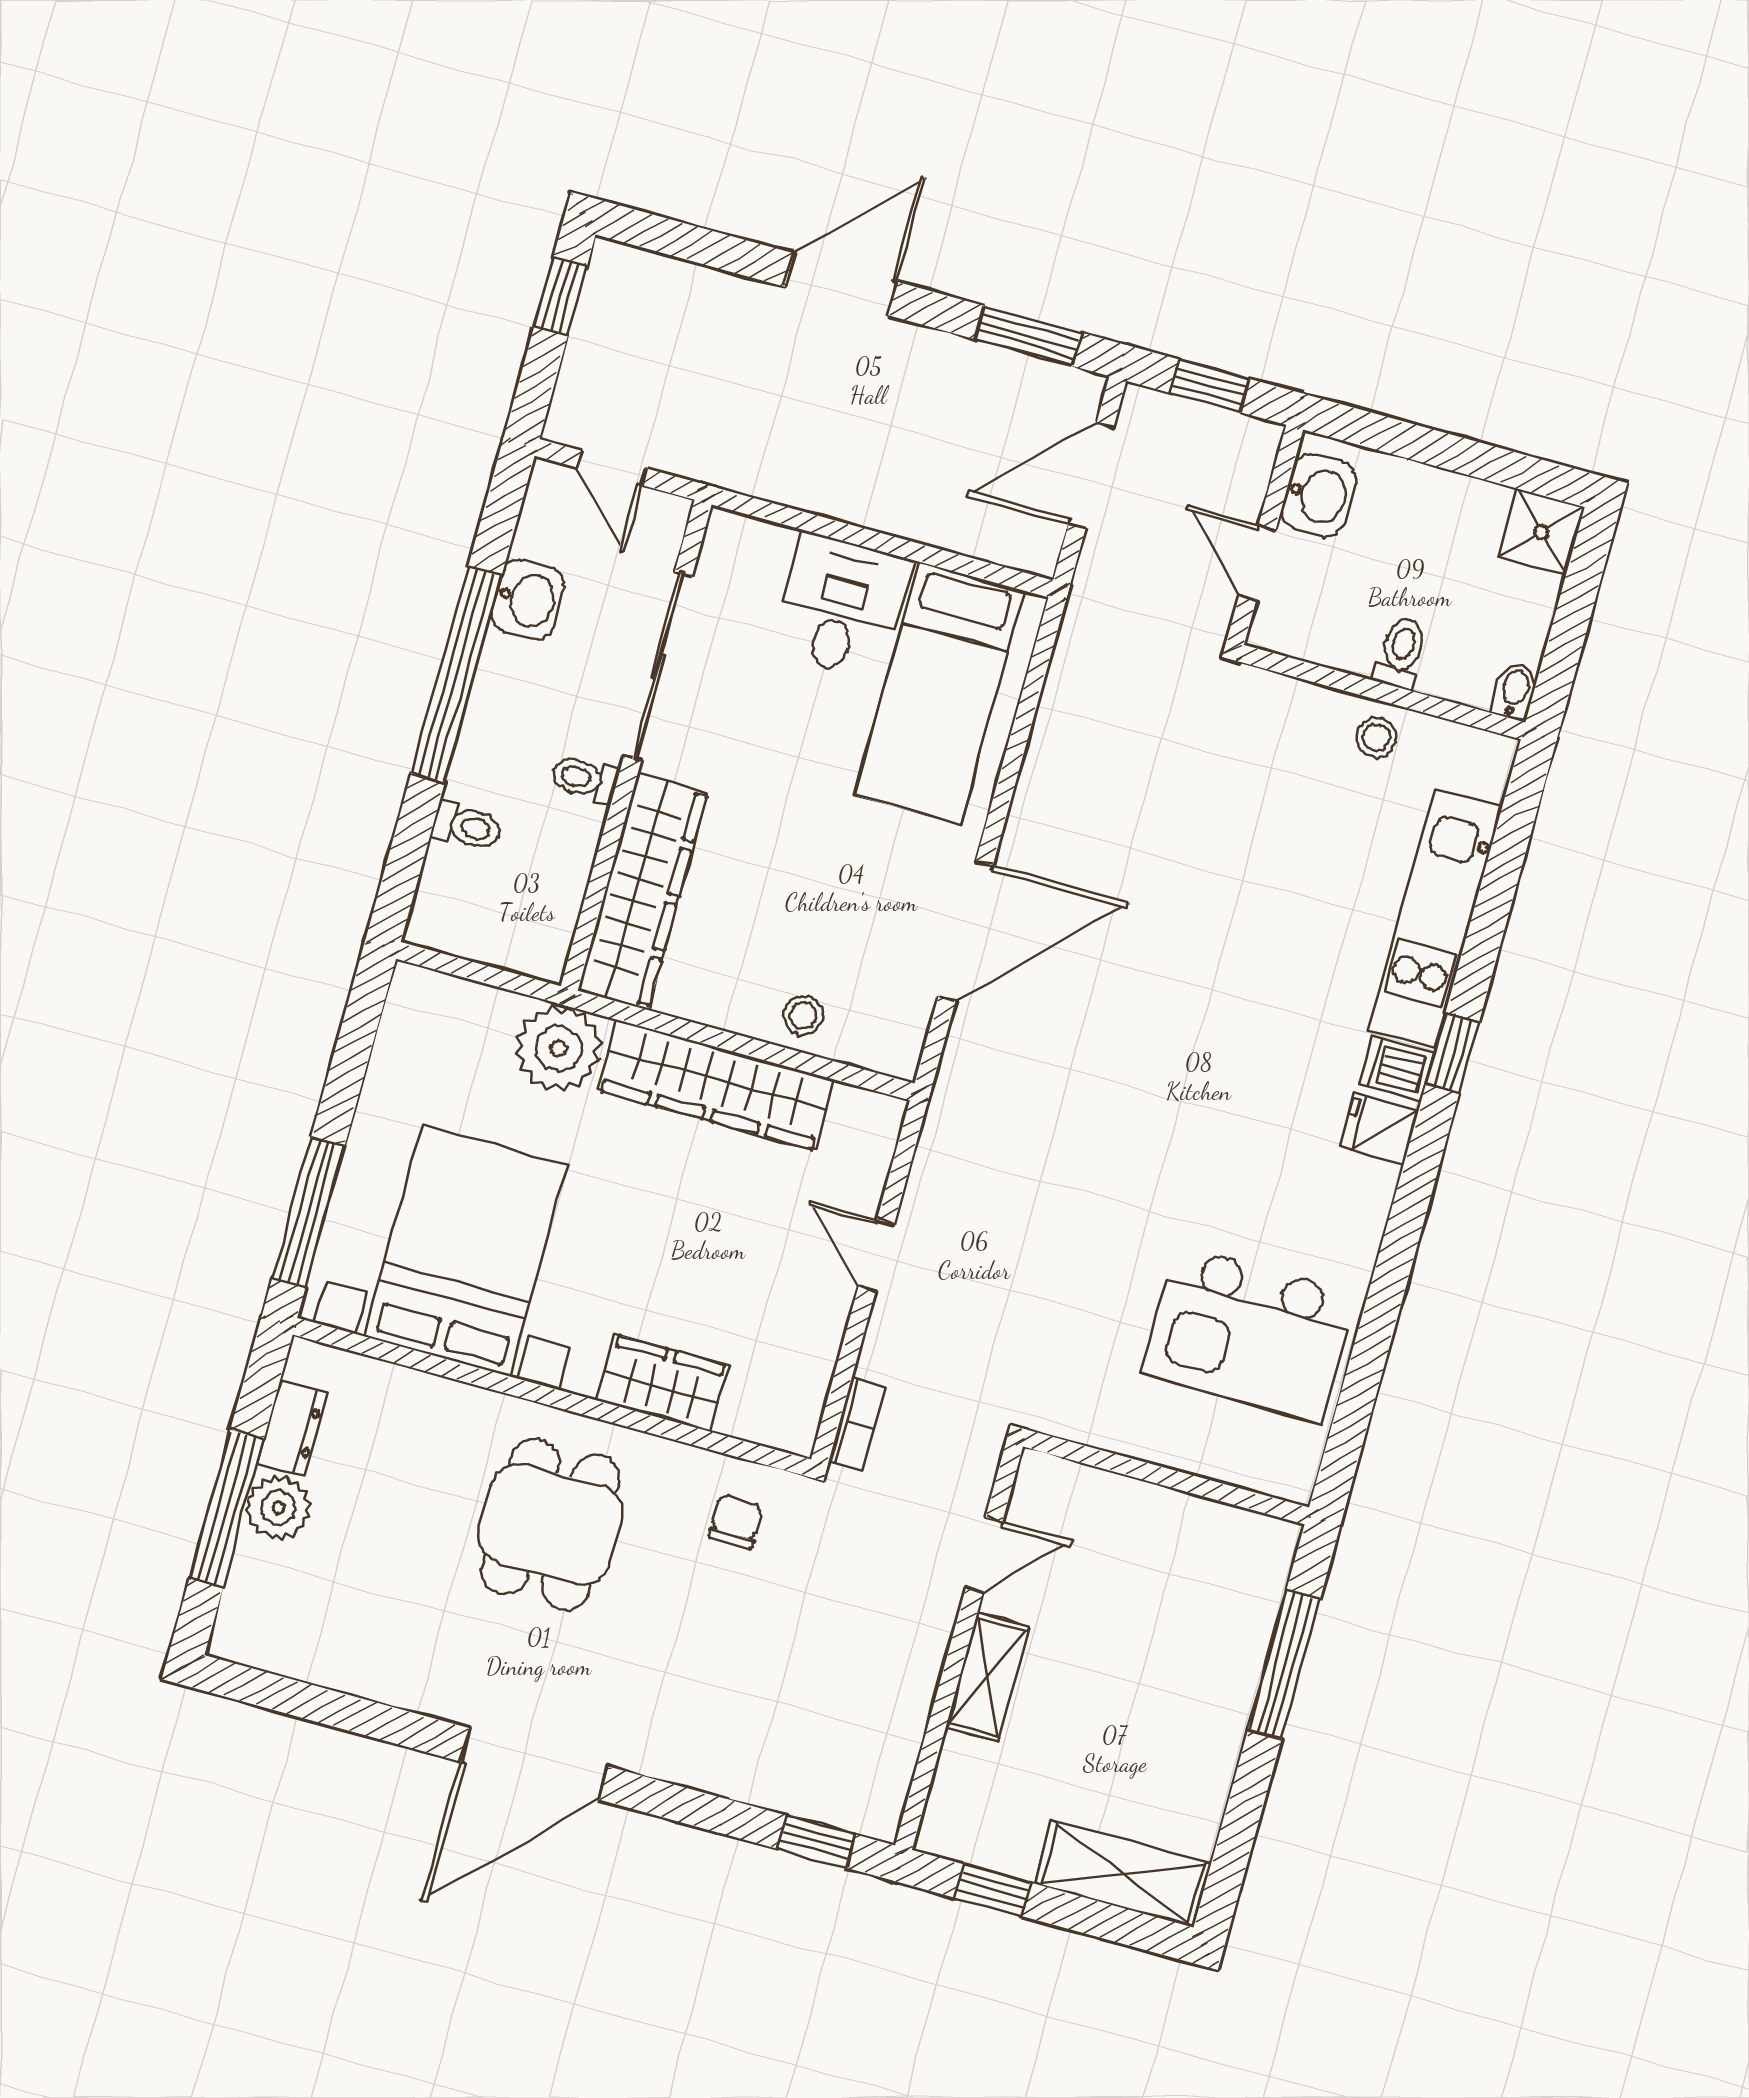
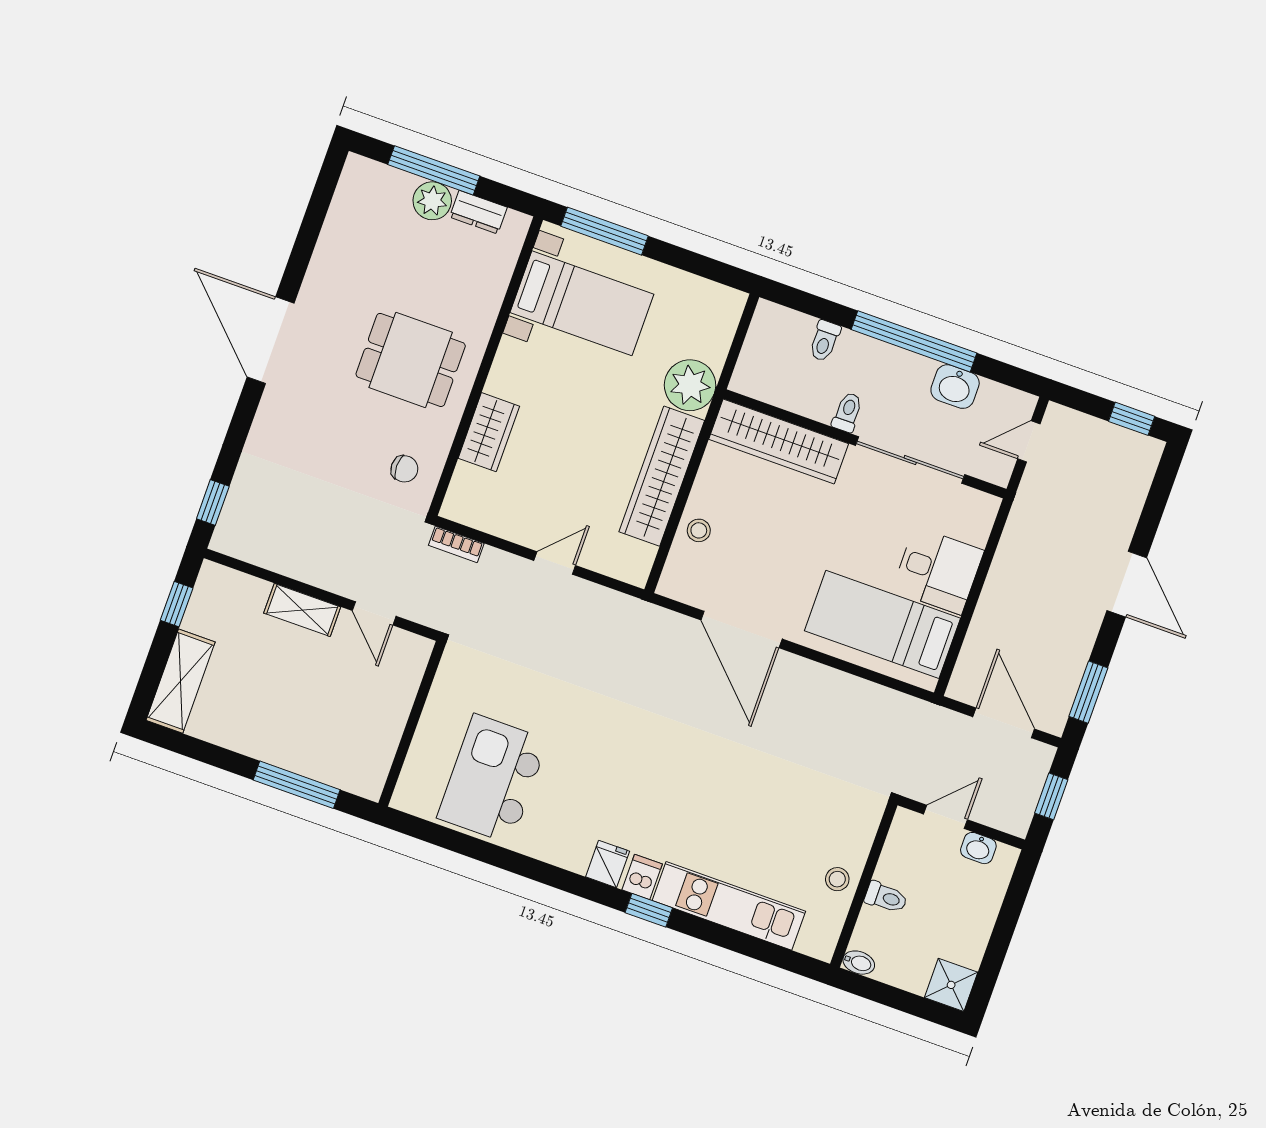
washbasin: (1319, 495) -> (978, 848), width x0.72, depth x0.69
bed with nightstands: (466, 1250) -> (582, 303), width x0.73

